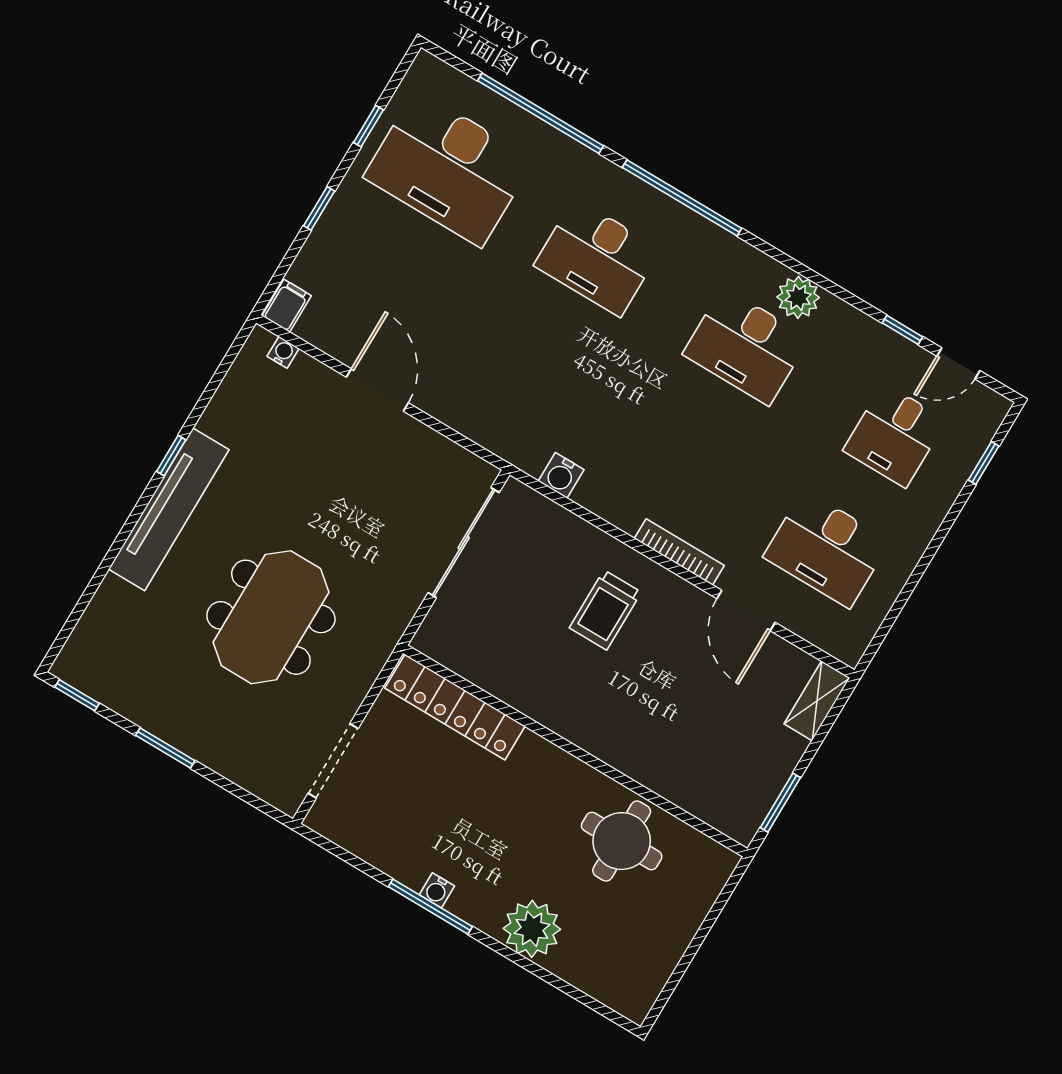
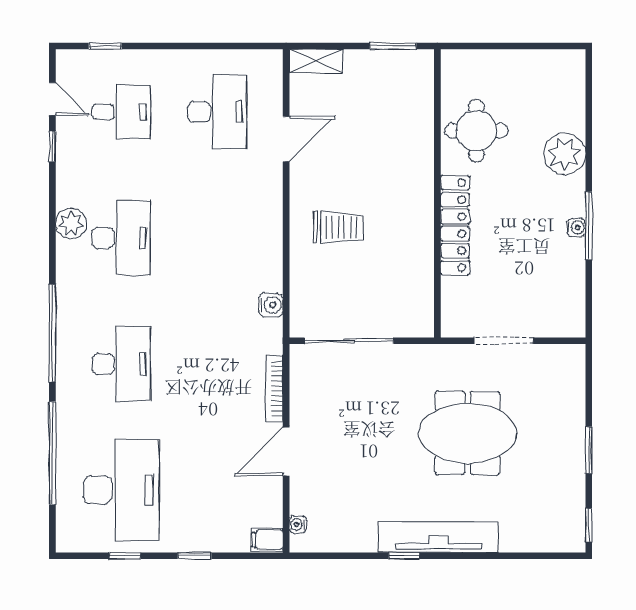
bookcase: (679, 552) -> (274, 388), moved
locker: (455, 707) -> (455, 225), moved
doorway: (333, 761) -> (504, 341), moved

